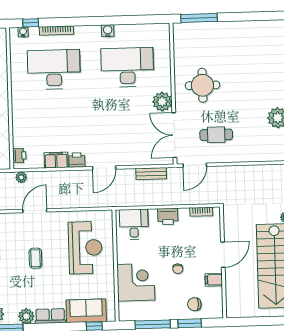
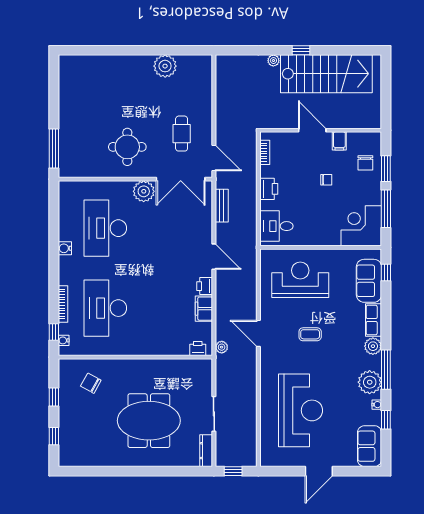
corner desk: (136, 282) -> (361, 226), moved

